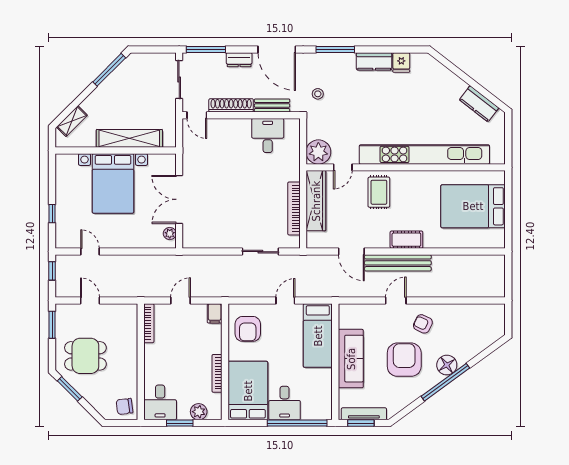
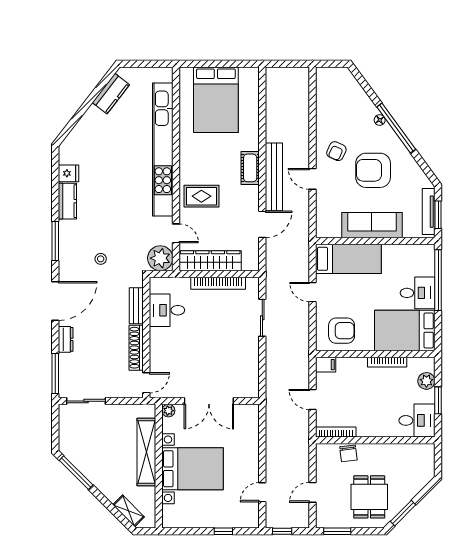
shoe rack: (231, 105) -> (136, 348), moved
bench: (272, 106) -> (136, 306), moved
door: (197, 115) -> (146, 383), moved
wall: (241, 115) -> (146, 337), moved
desk: (268, 136) -> (167, 310), moved
plant: (170, 234) -> (168, 411), moved
floor lamp: (447, 365) -> (380, 120), width x0.53, depth x0.53
chair: (124, 406) -> (348, 453), moved

